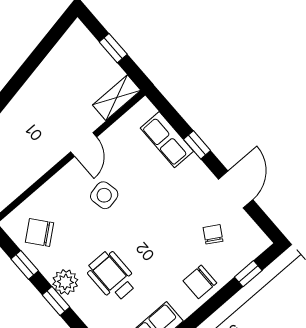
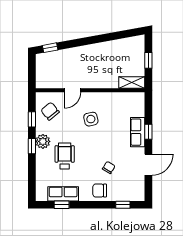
row of seats: (167, 140) -> (138, 132), moved
door: (84, 144) -> (73, 90), moved
chair: (213, 234) -> (109, 167), moved

